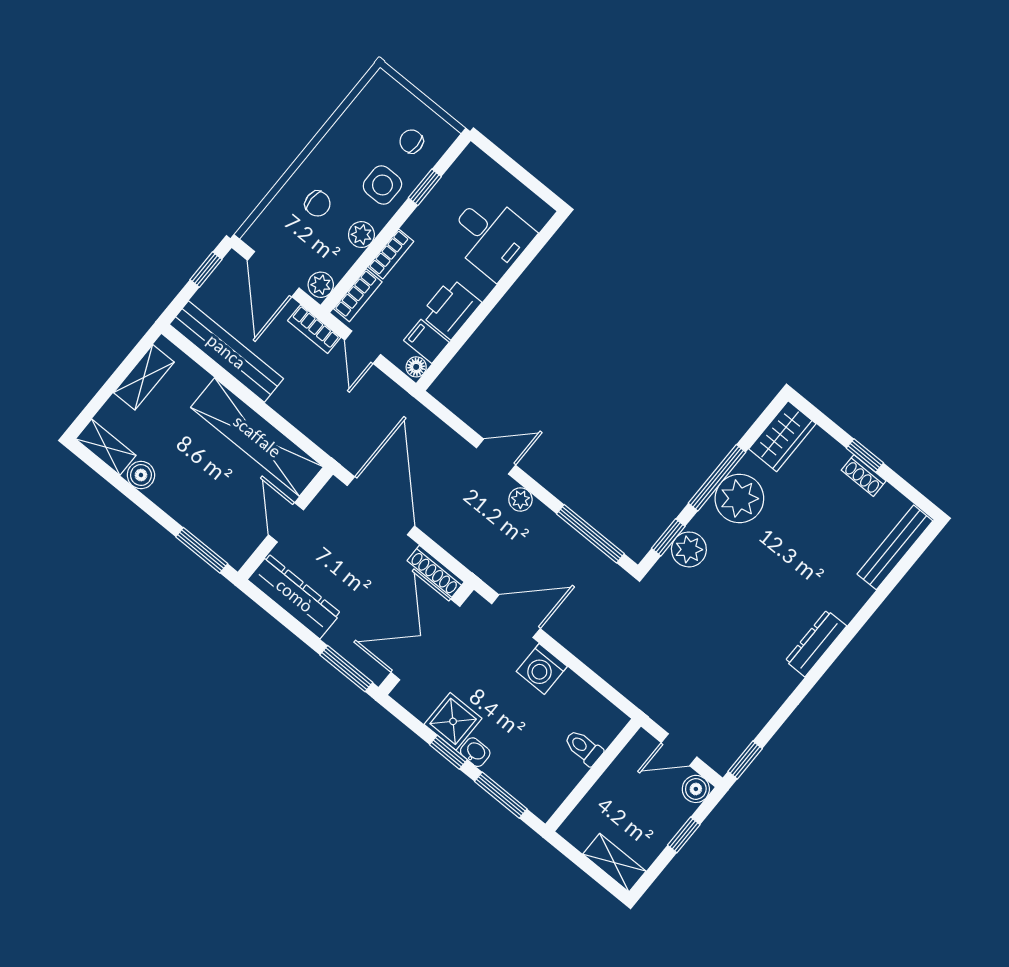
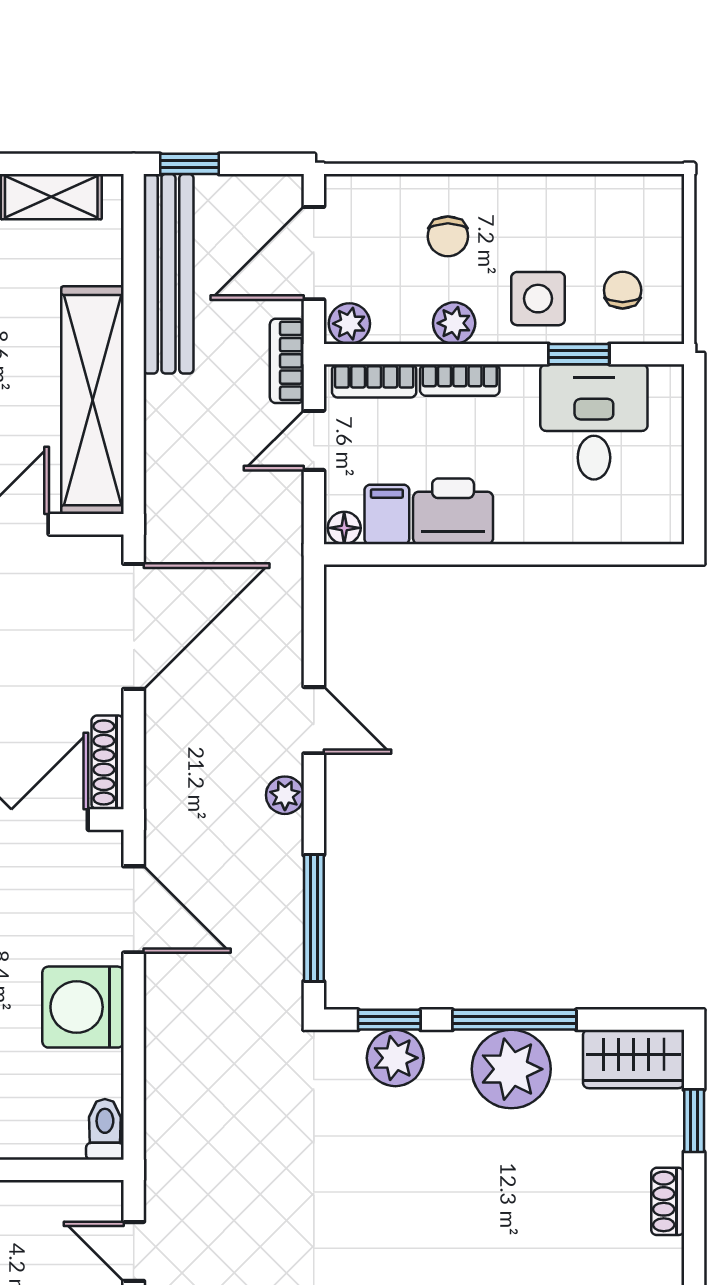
desk: (490, 236) -> (594, 422), moved, turned 180
window: (206, 270) -> (190, 164), moved
window: (865, 456) -> (694, 1121), moved
washing machine: (542, 669) -> (83, 1007), width x1.37, depth x1.37
toilet: (584, 748) -> (105, 1129), moved

